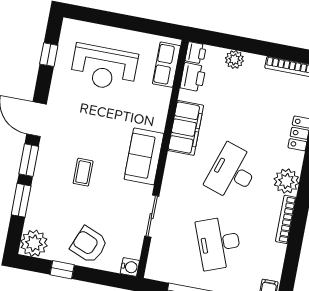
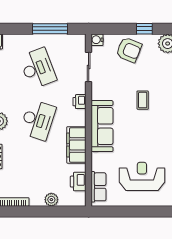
printer: (196, 53) -> (80, 102), moved
sofa: (144, 156) -> (102, 126), width x1.36
sliding door: (152, 216) -> (89, 67), moved

